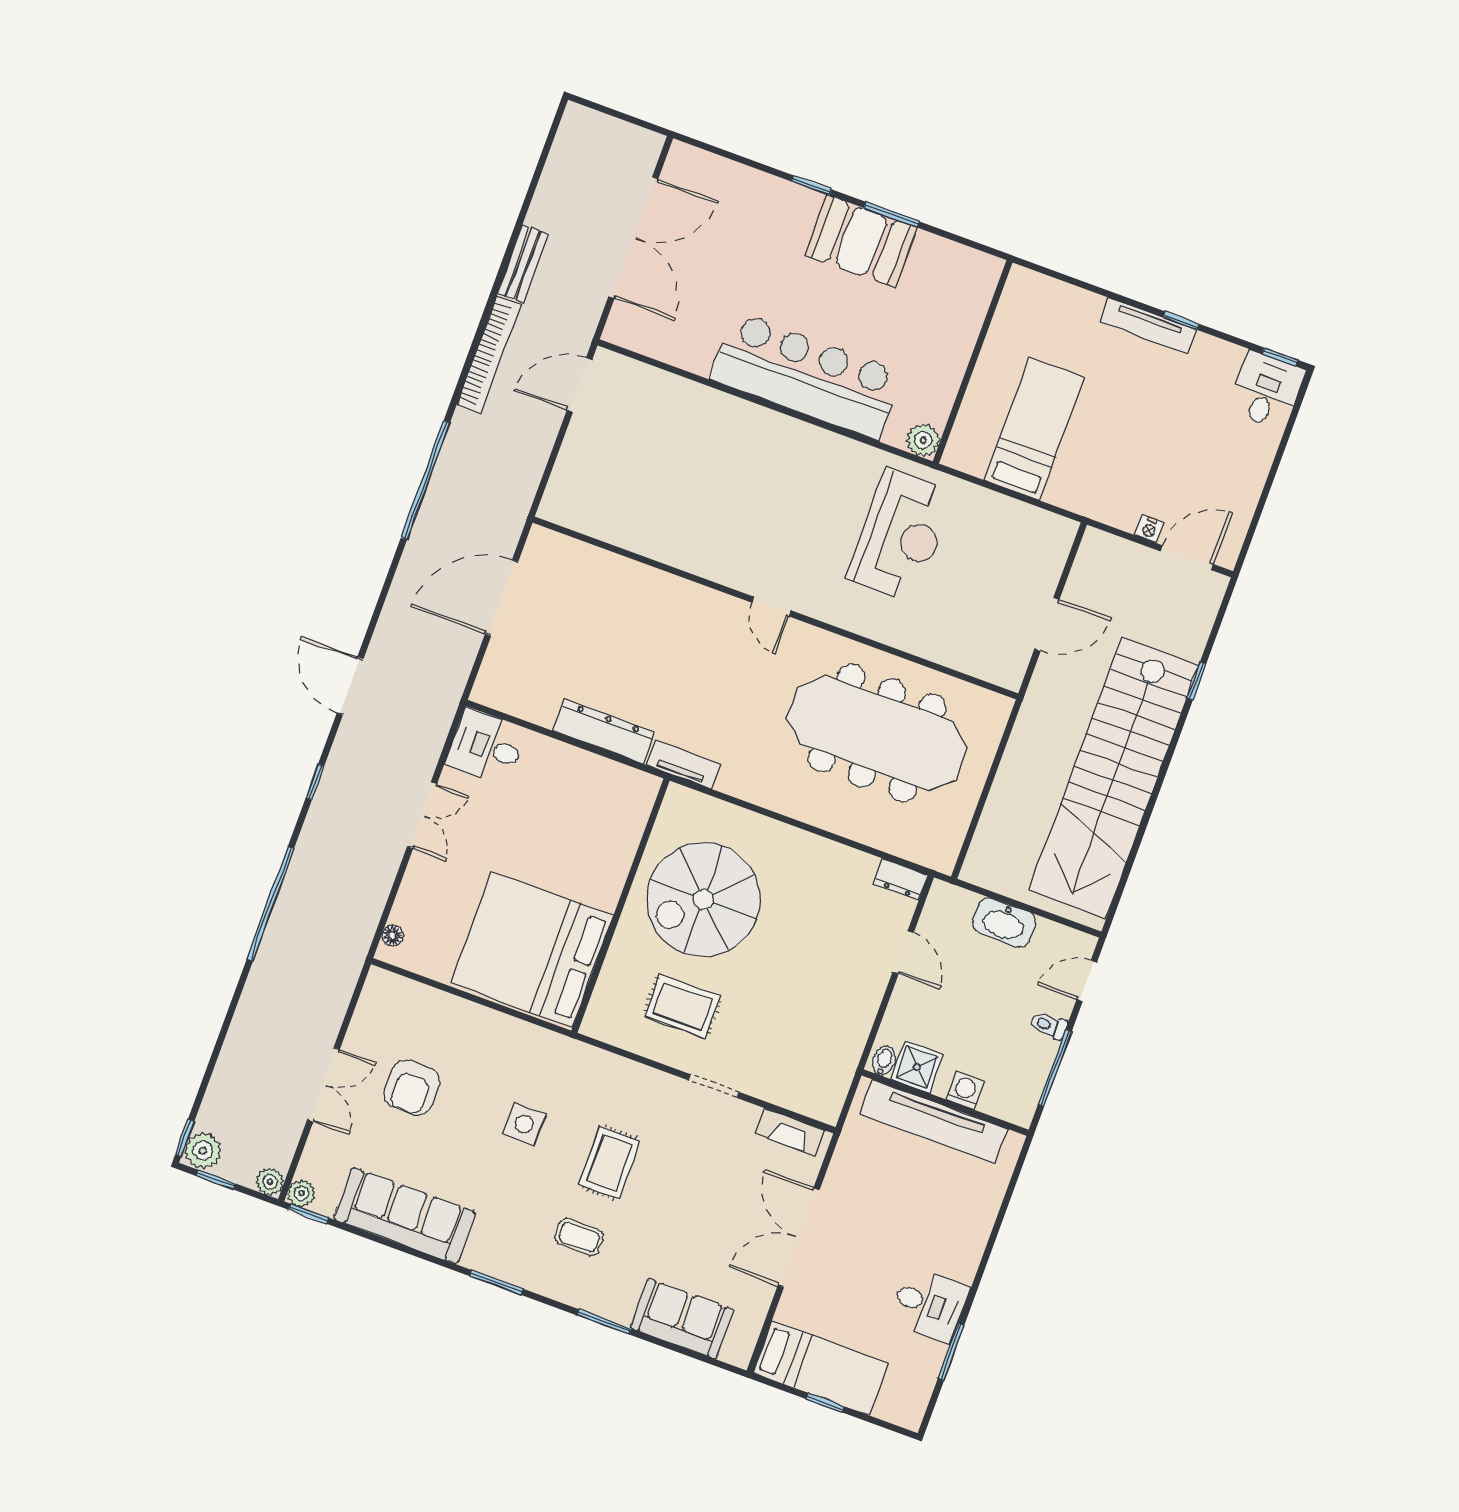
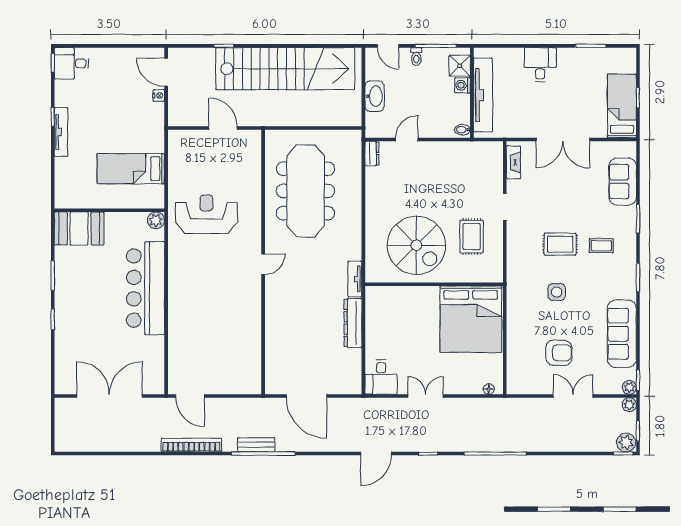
booth: (861, 241) -> (79, 229), moved, turned 90
bench: (523, 264) -> (256, 445), moved
shower: (917, 1067) -> (460, 66), moved
coffee table: (579, 1237) -> (601, 246), turned 90
desk: (929, 1305) -> (540, 65), moved

